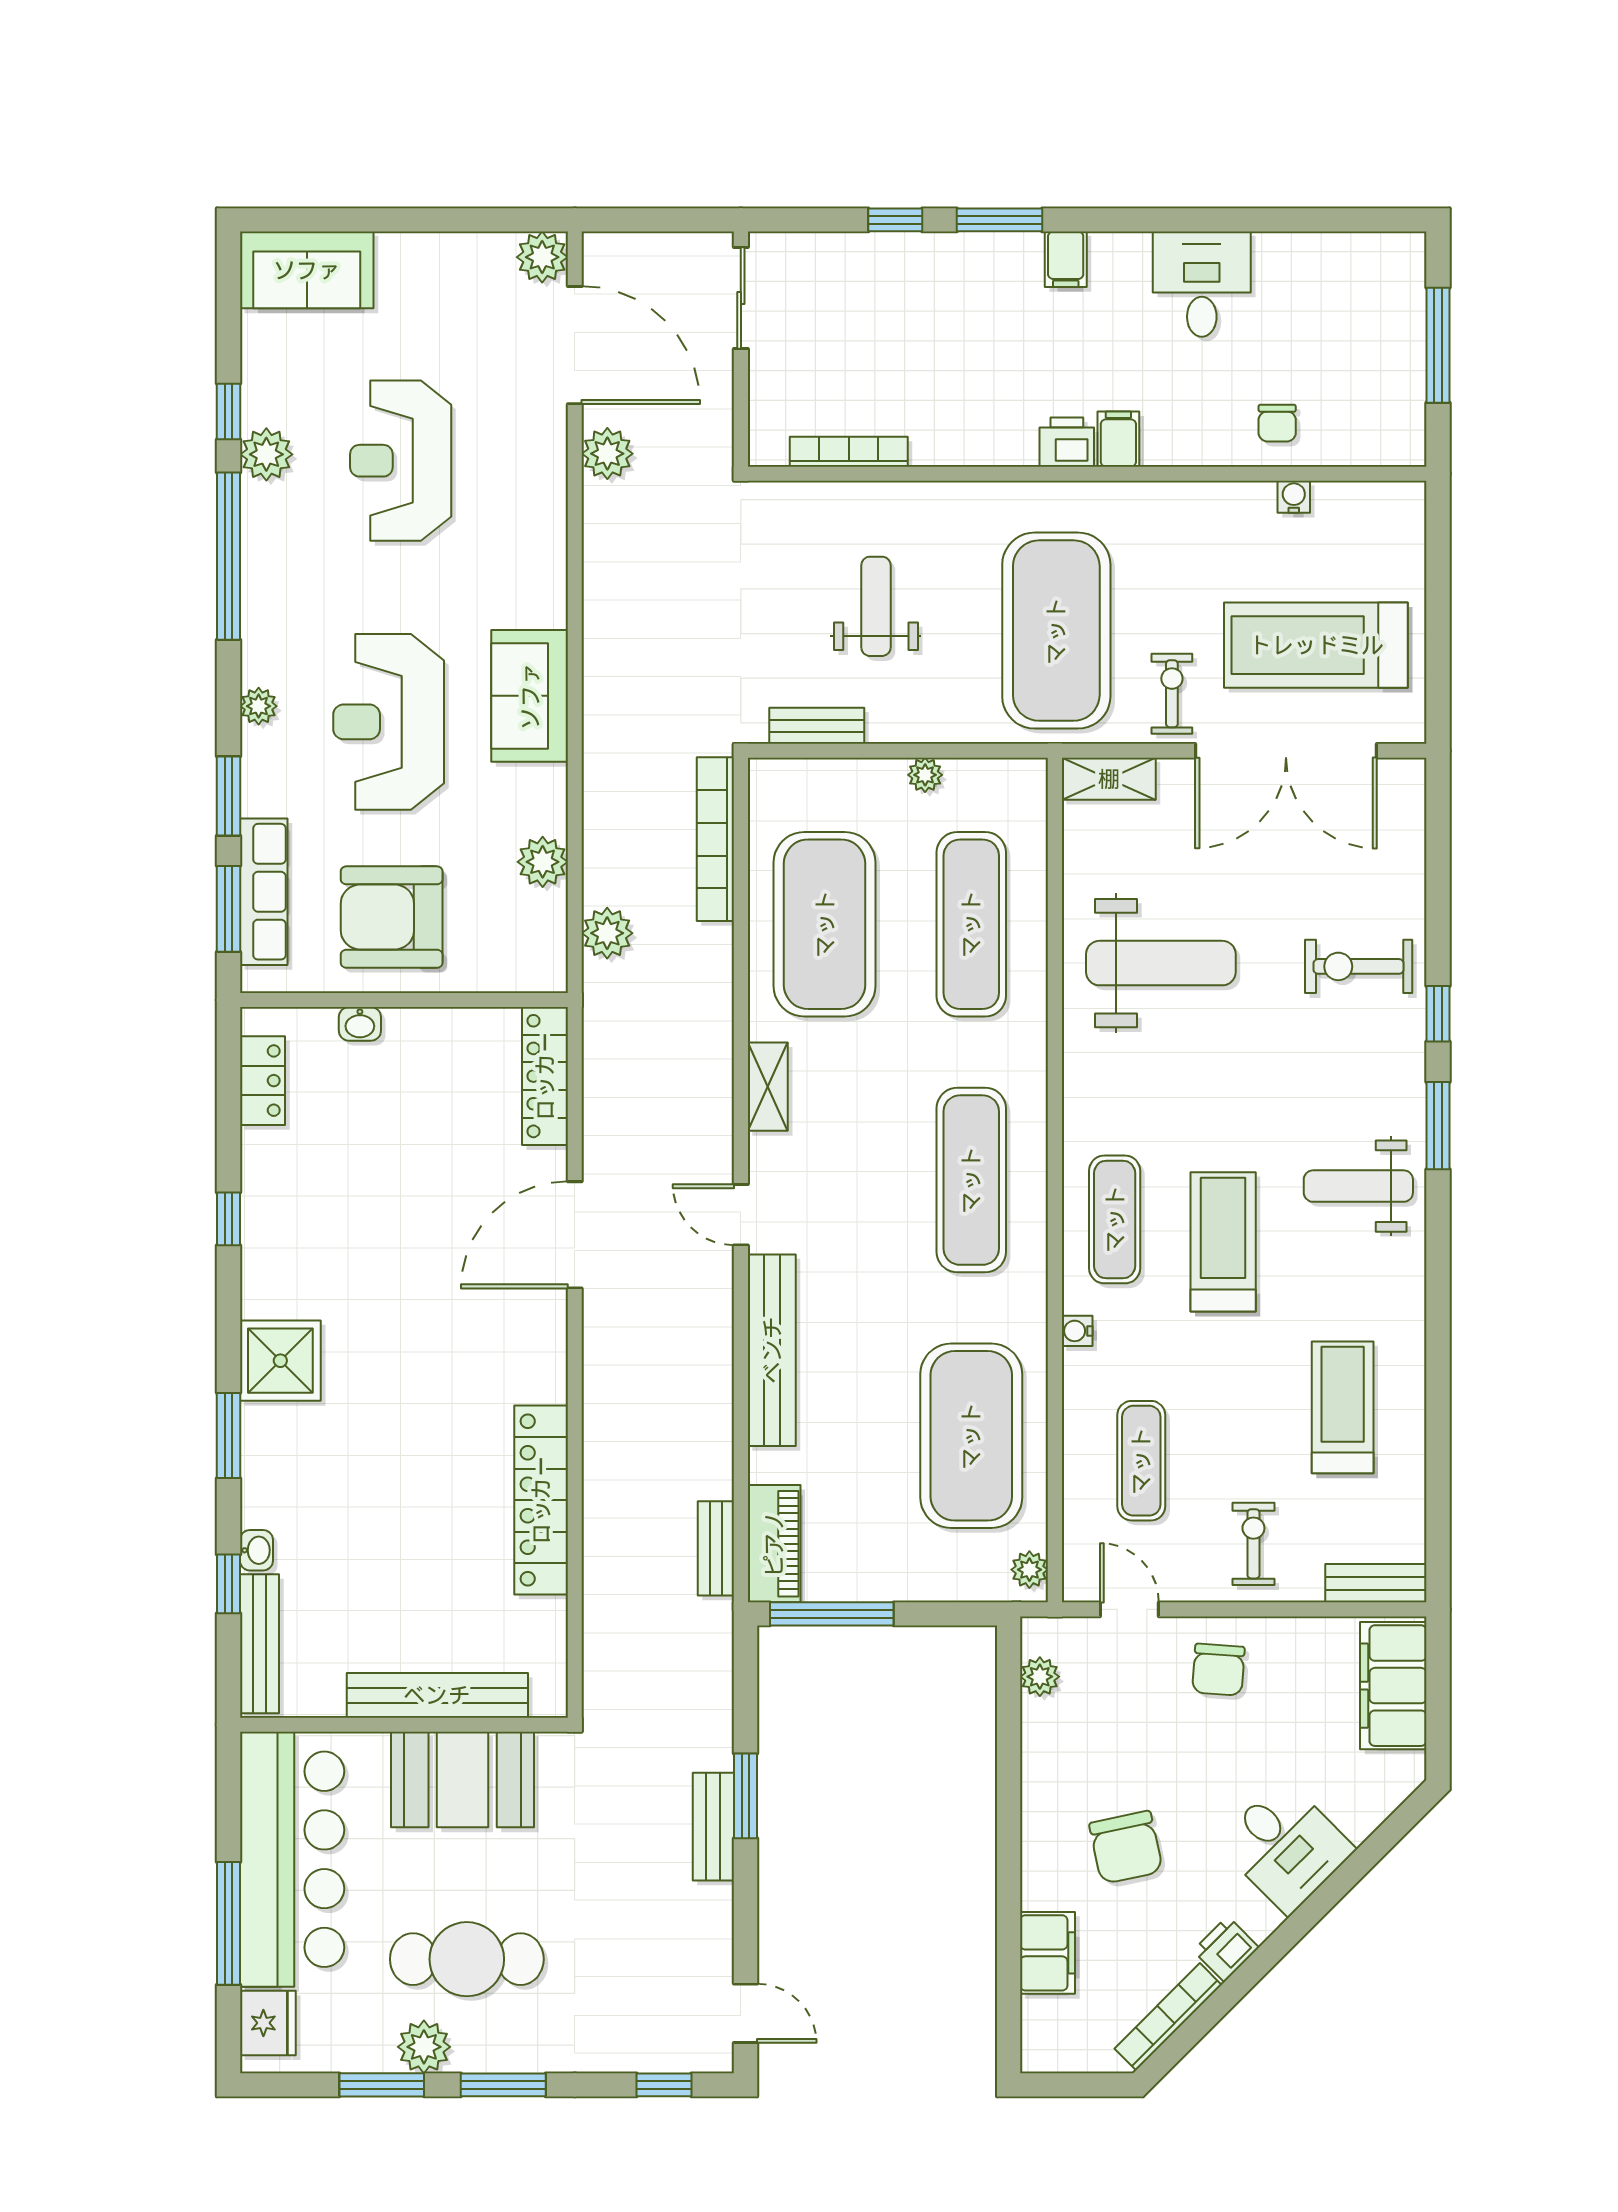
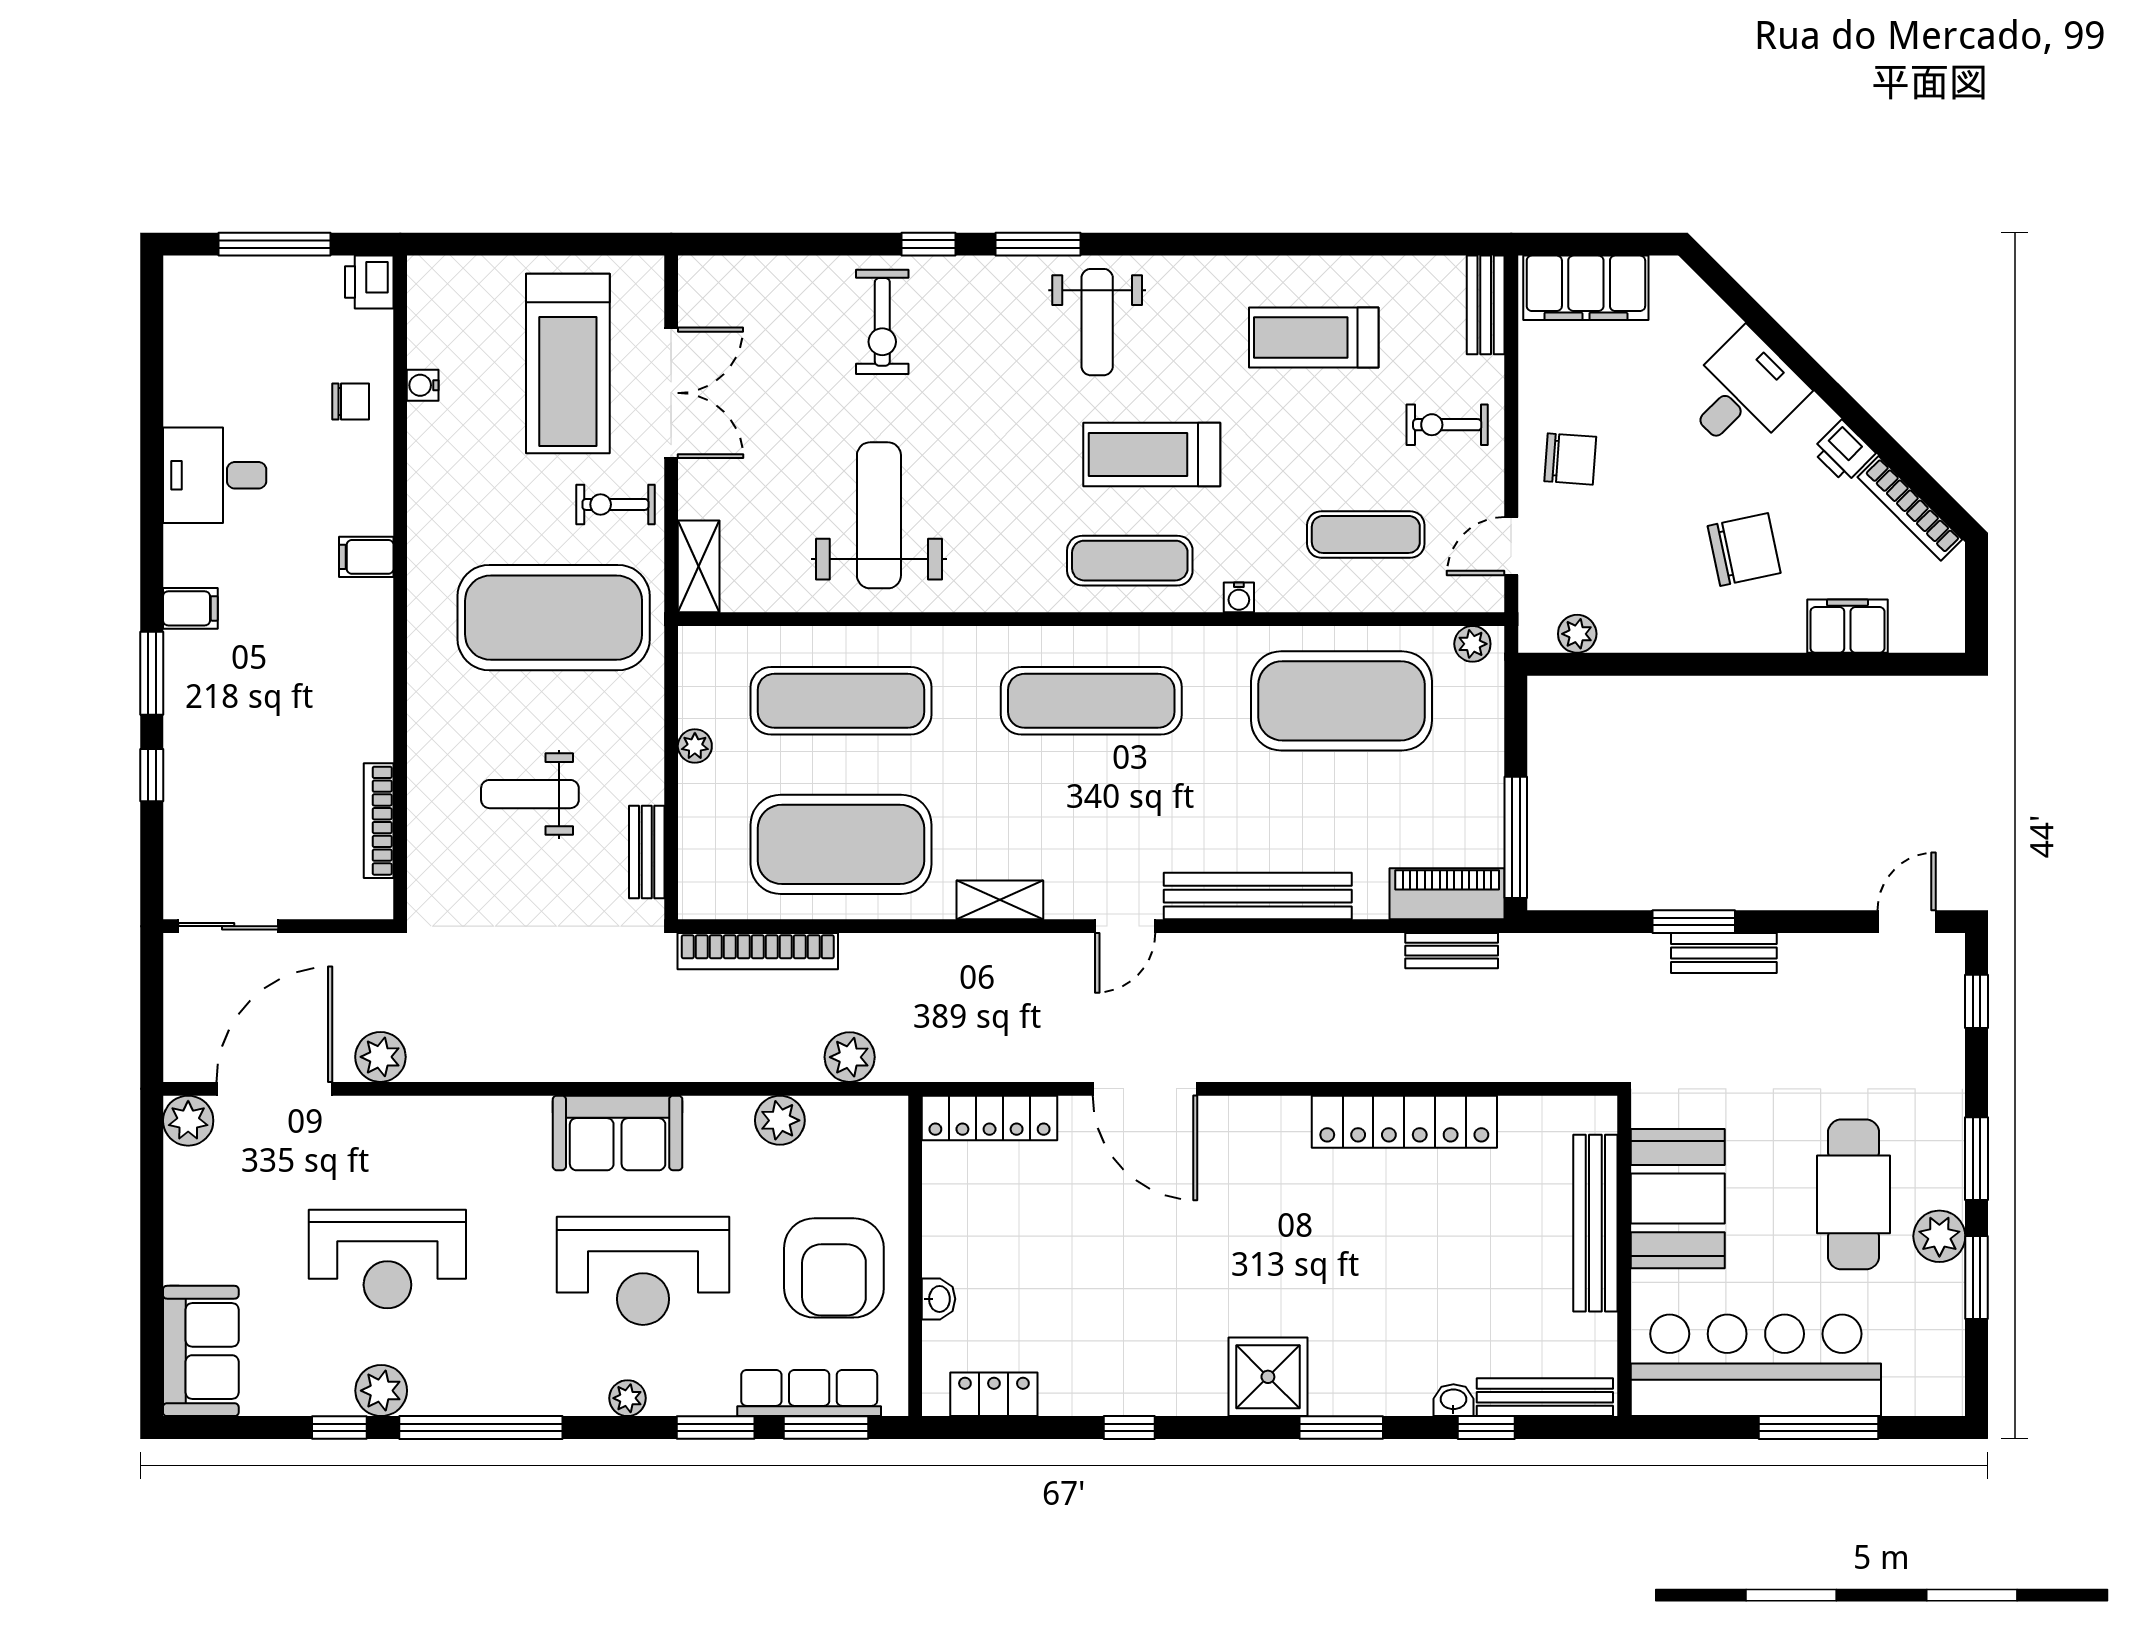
printer: (1067, 442) -> (369, 282), moved
double door: (1286, 751) -> (671, 393), width x0.73
fridge: (268, 2023) -> (1916, 1389), removed

